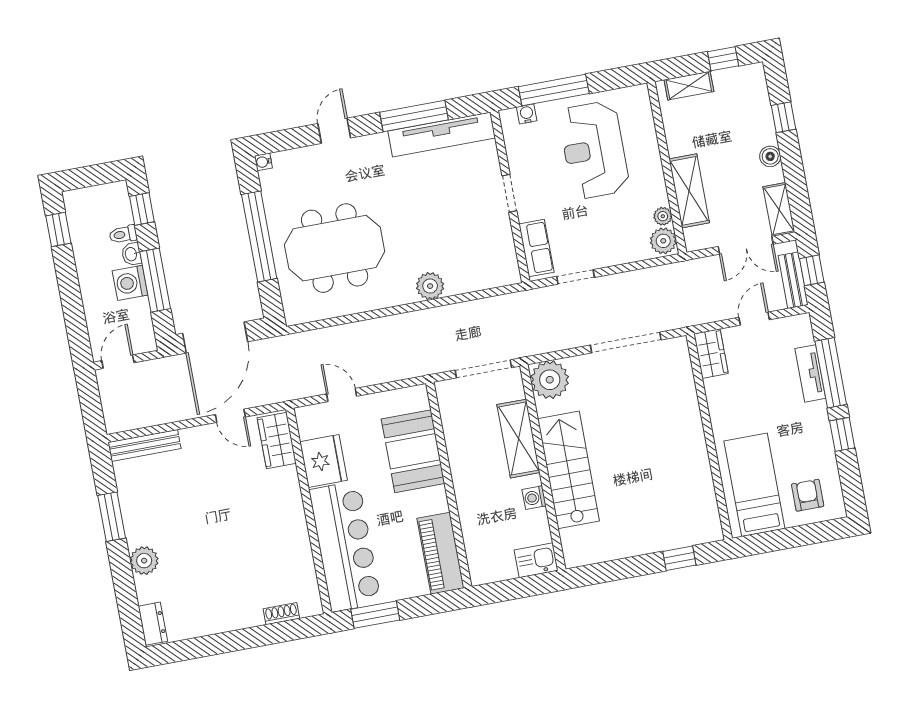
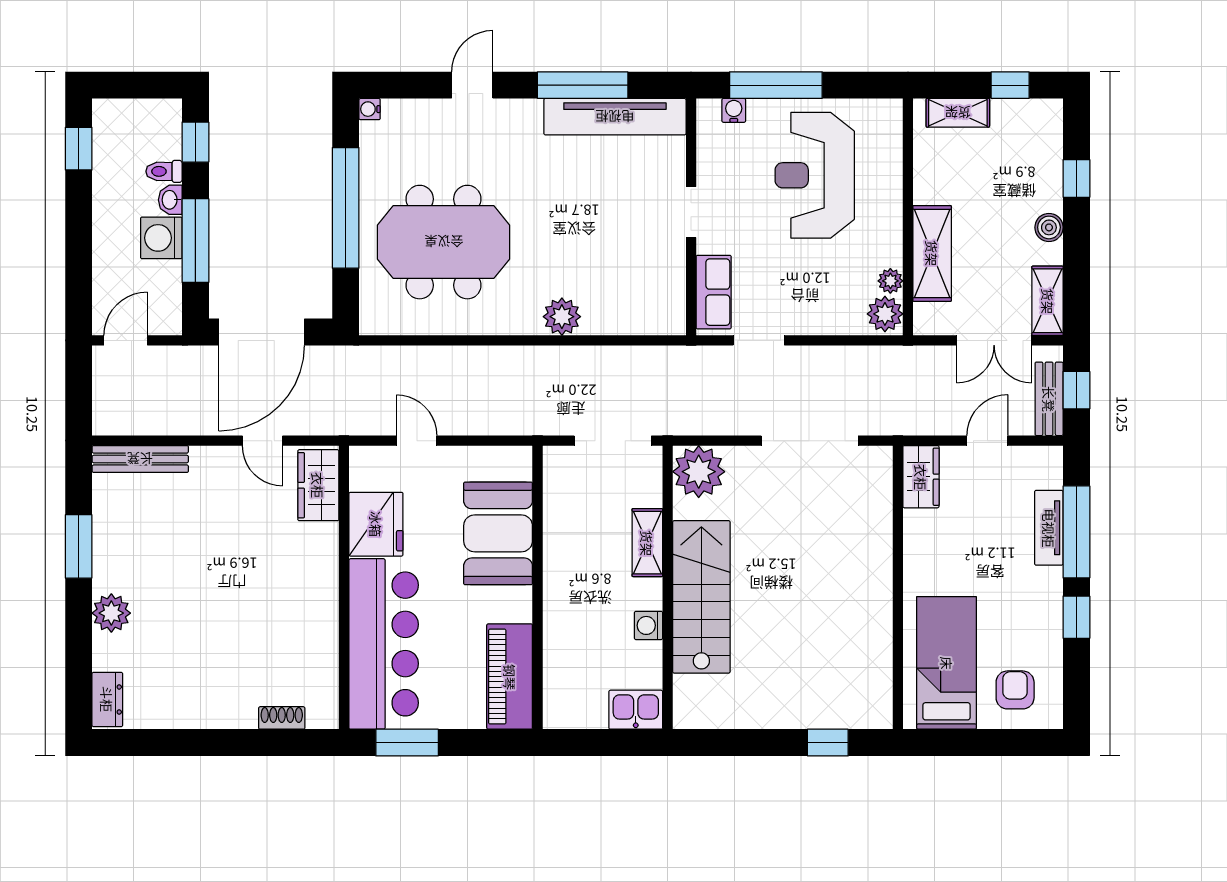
shelving: (518, 439) -> (647, 543), width x0.67, depth x0.75

